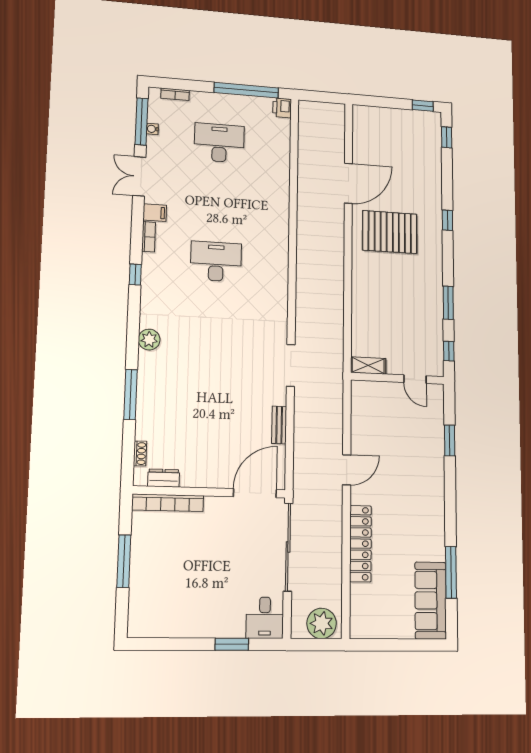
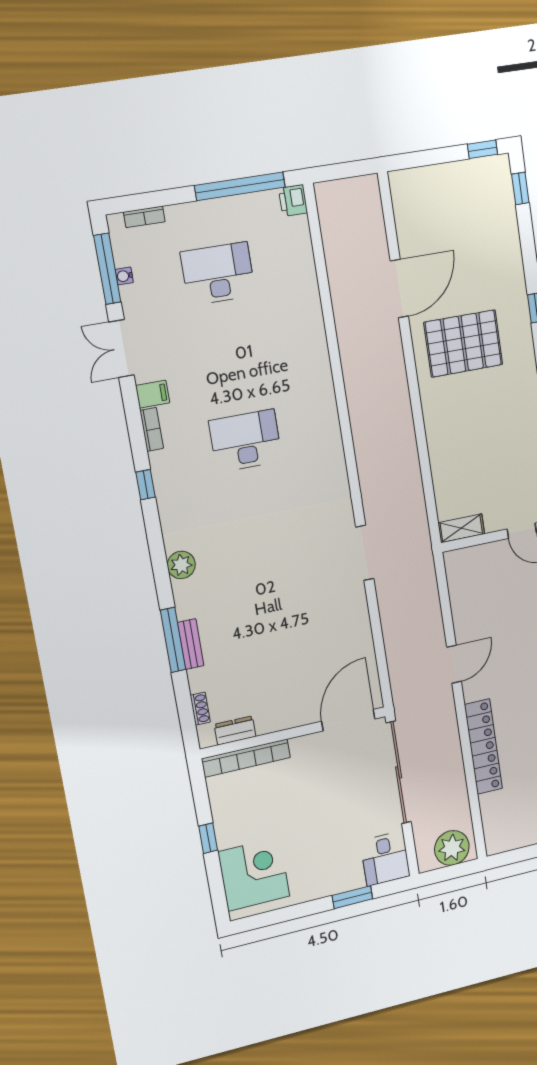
bench: (279, 425) -> (191, 644), moved
window: (124, 561) -> (208, 838), width x0.46
corner desk: (155, 602) -> (254, 874), added

